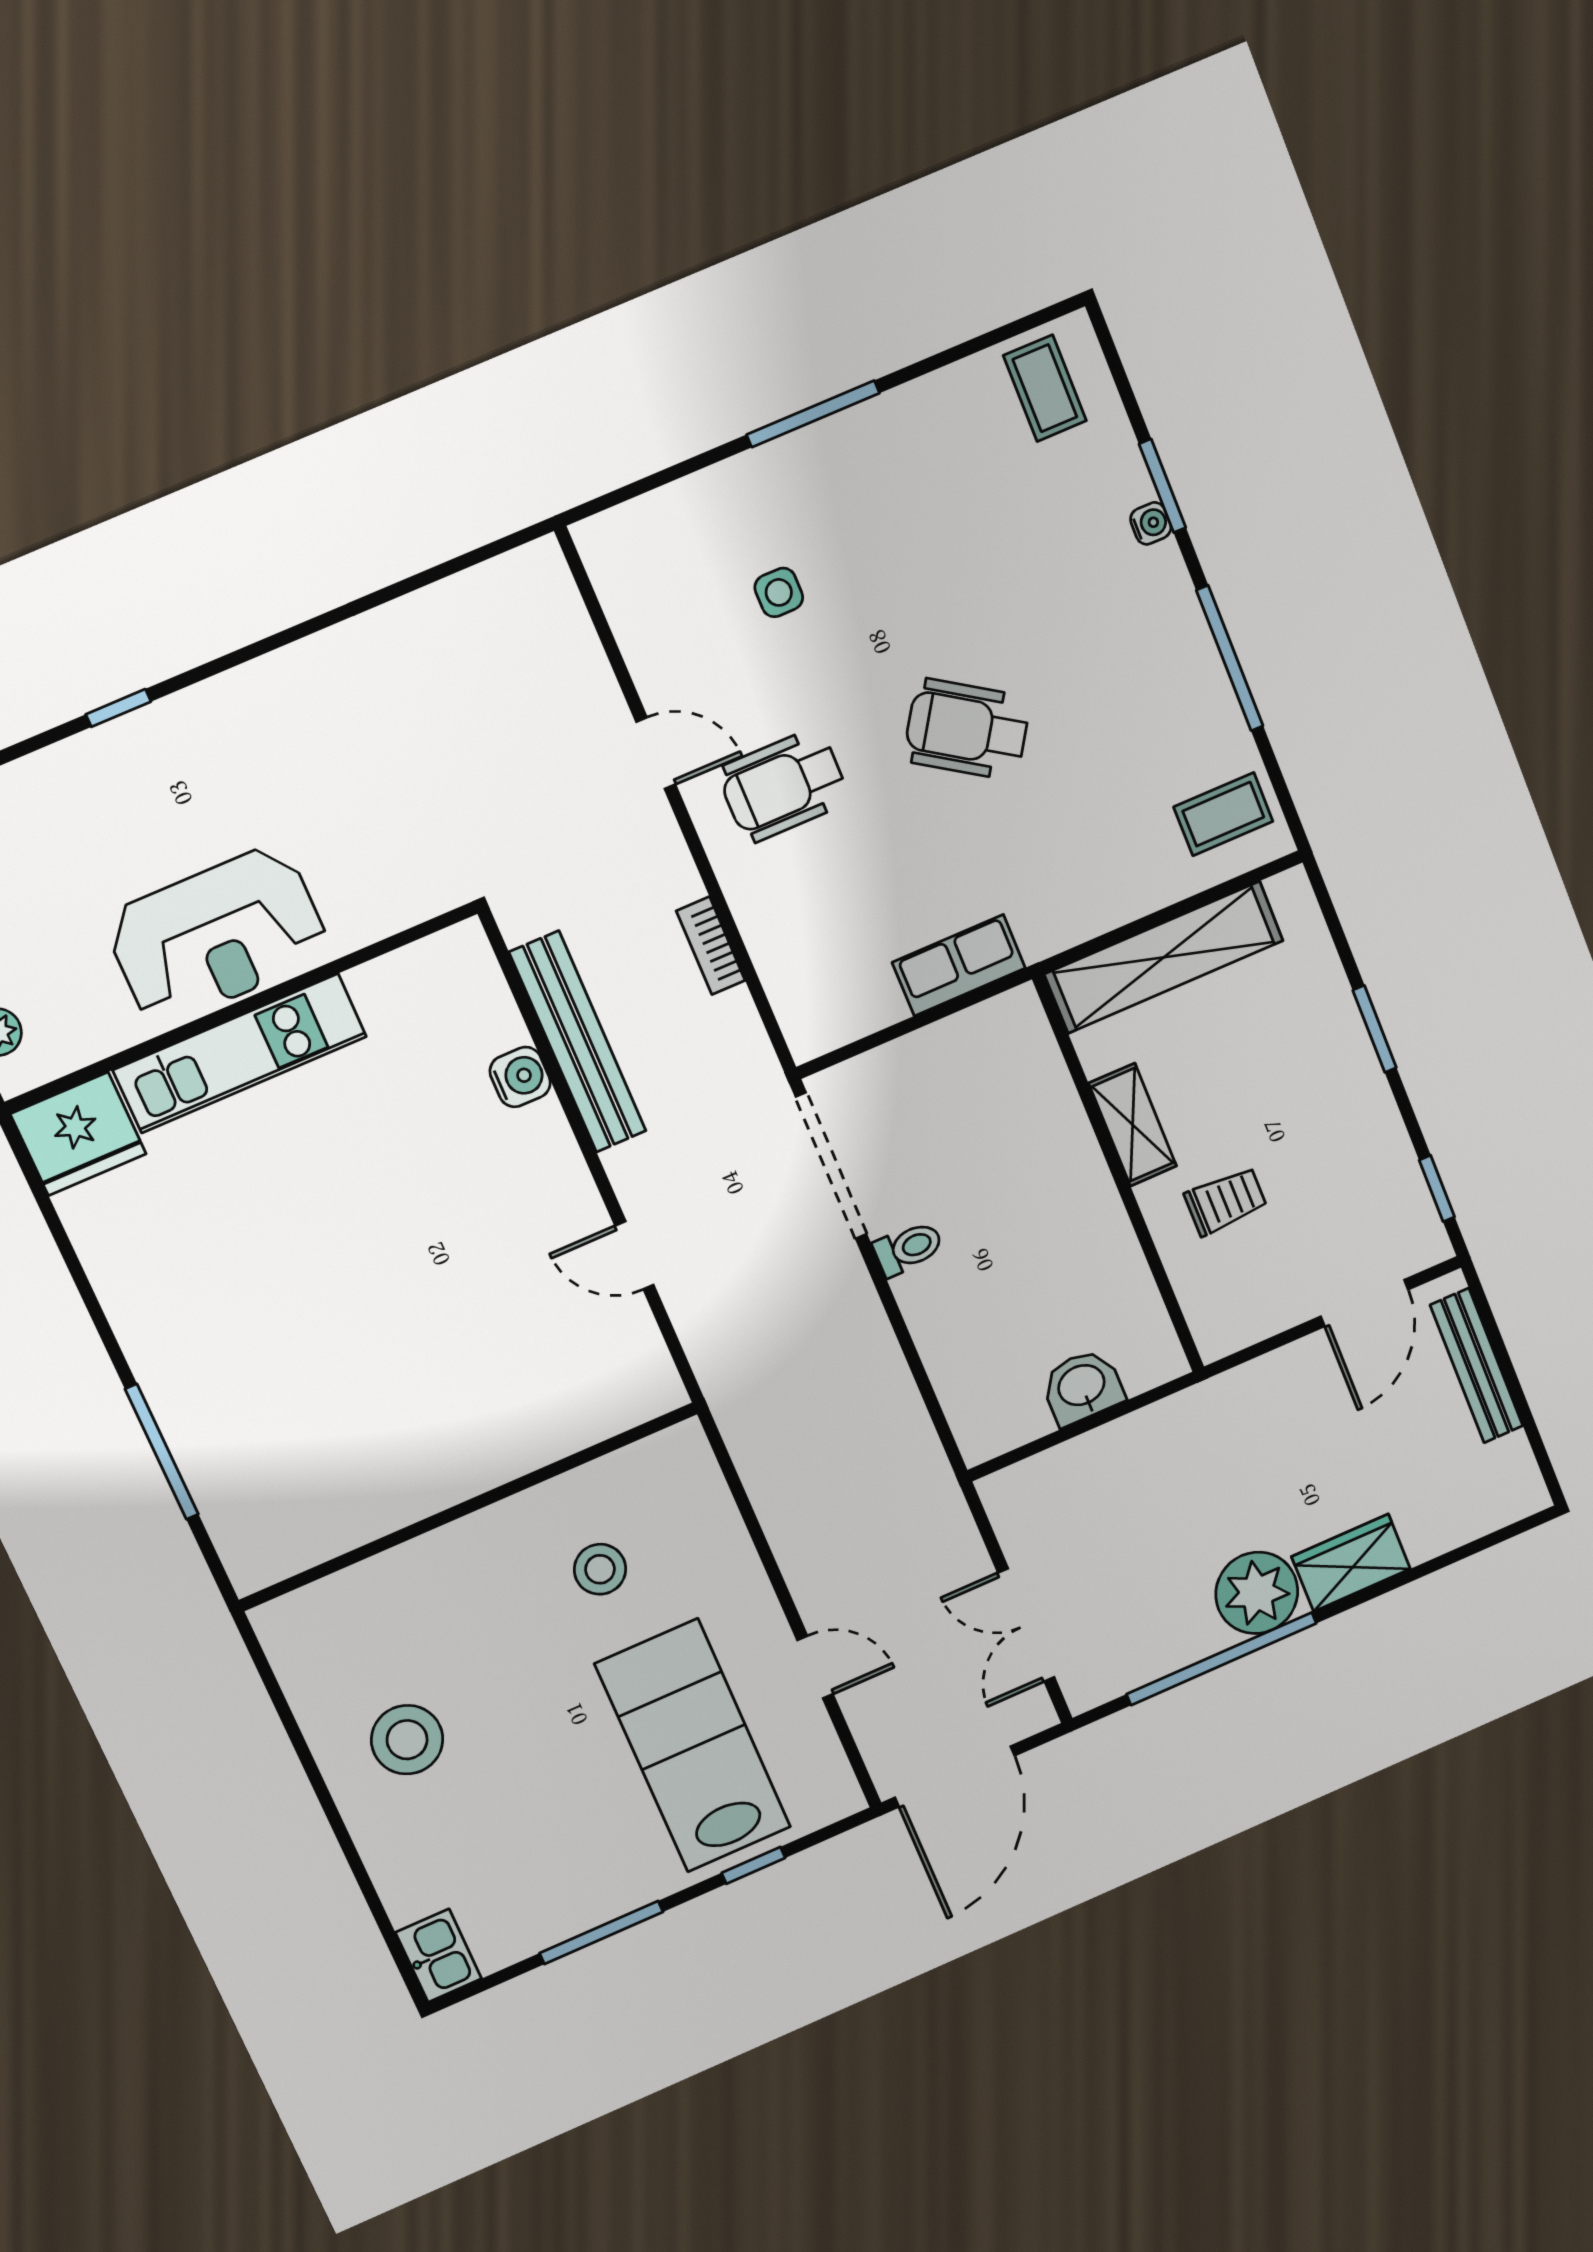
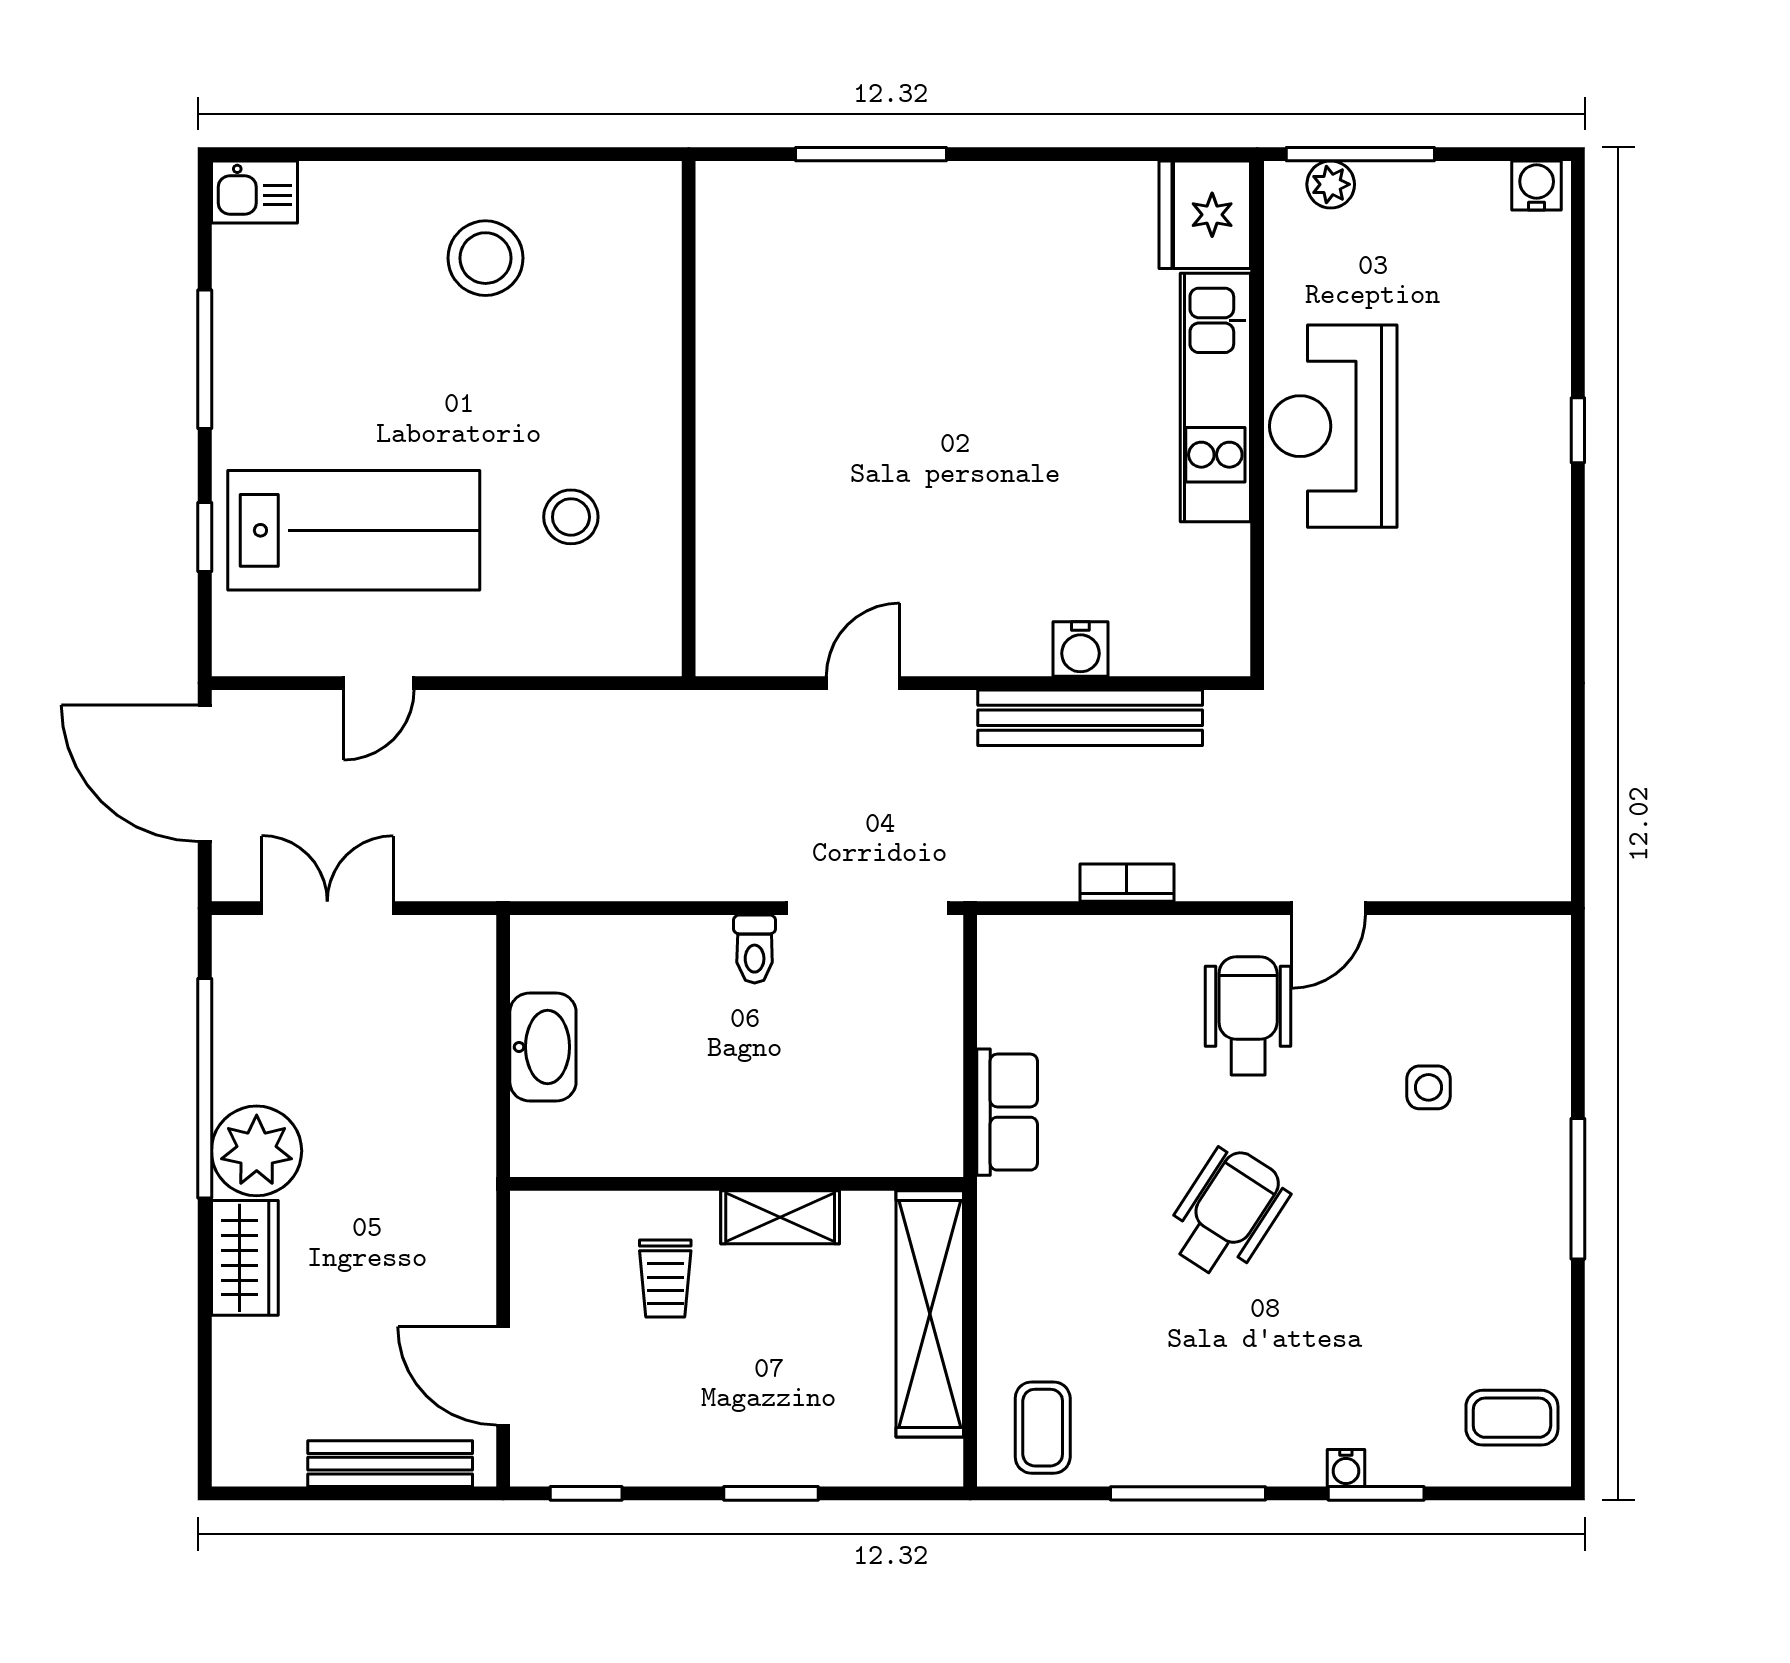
washbasin: (1082, 1387) -> (543, 1047), width x1.38

